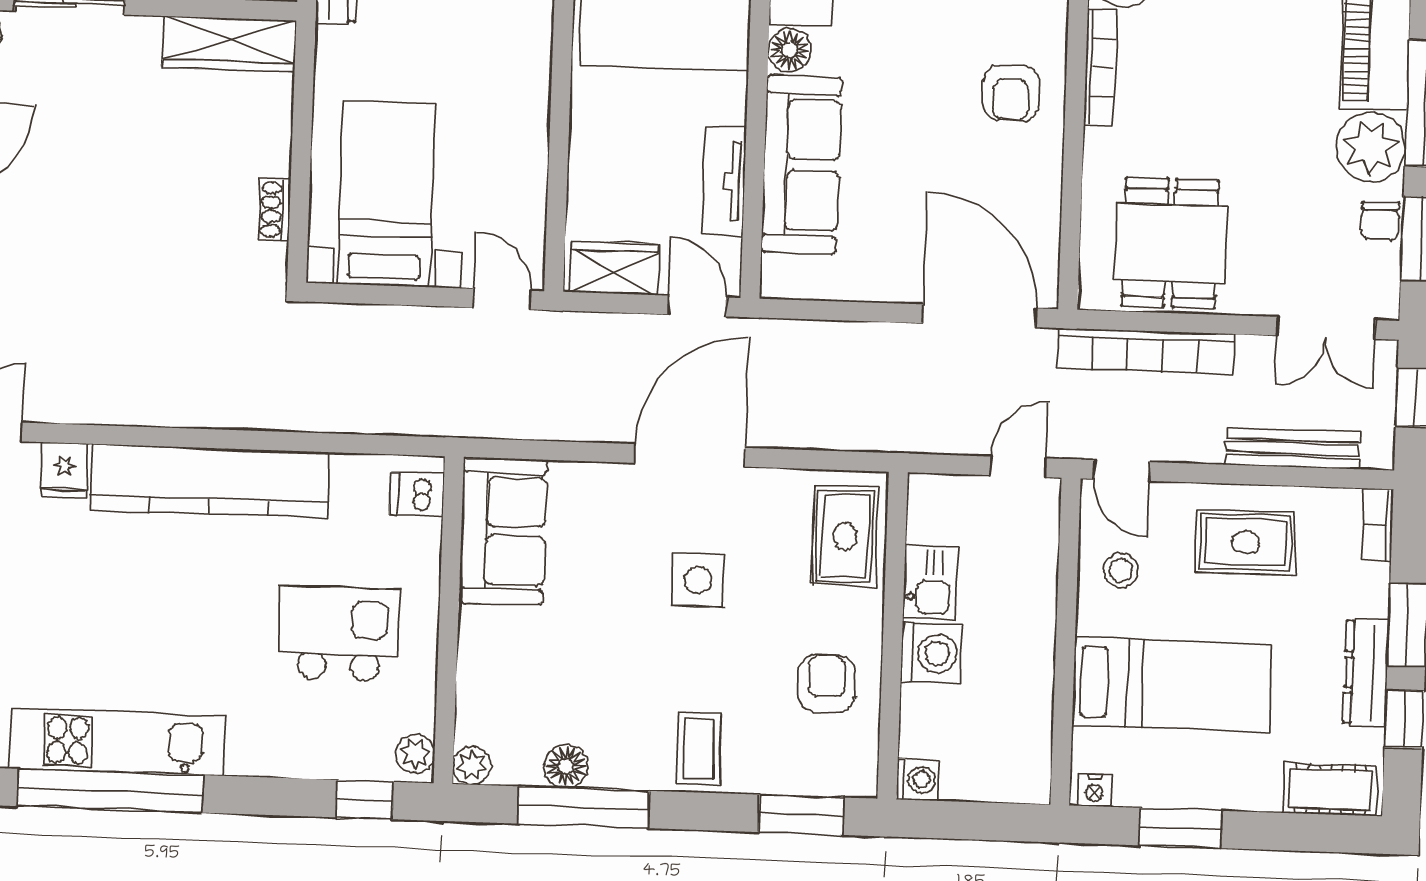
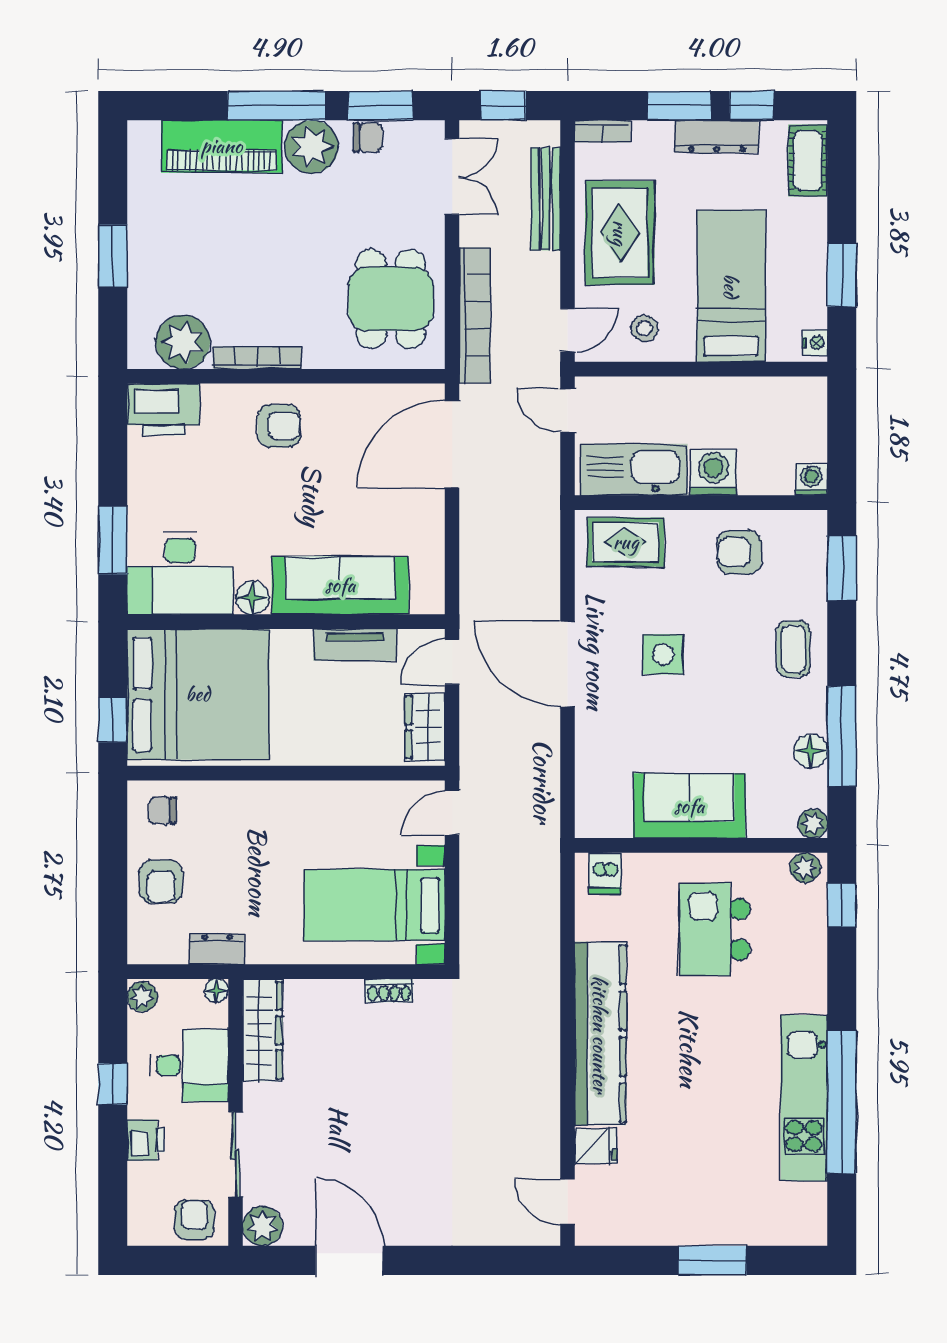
dining table: (1170, 243) -> (391, 299), turned 90
sofa: (503, 531) -> (689, 806), moved
rug: (1245, 542) -> (620, 233), width x1.36, depth x1.43
kitchen sink: (931, 582) -> (634, 470), width x1.88, depth x1.24
coffee table: (699, 748) -> (793, 649), turned 90

